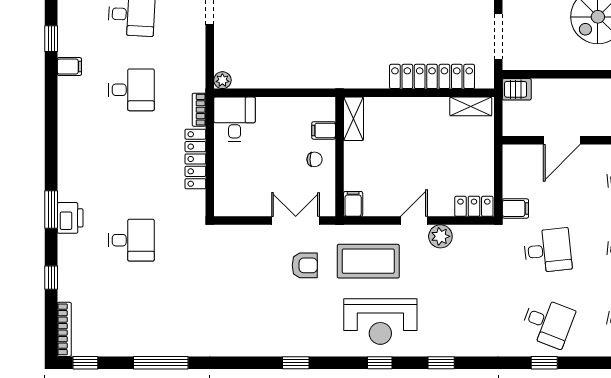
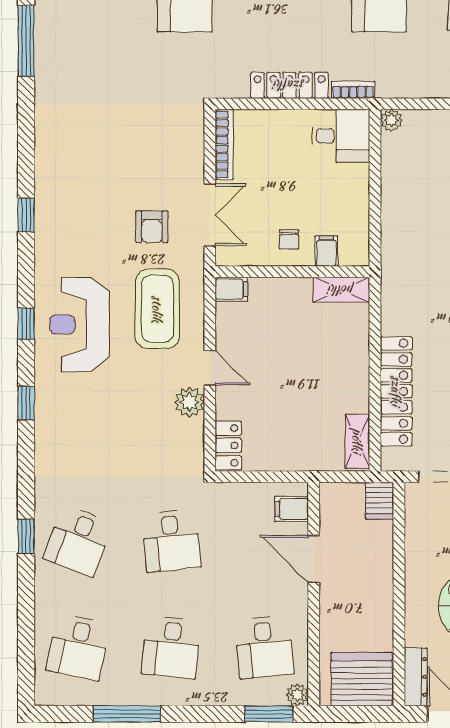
filing cabinet: (515, 208) -> (292, 509), moved, turned 90
bookcase: (241, 209) -> (224, 145), added

